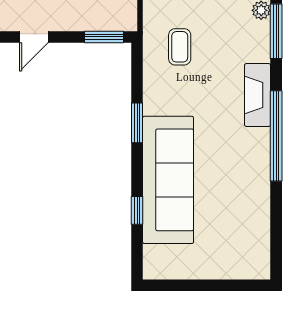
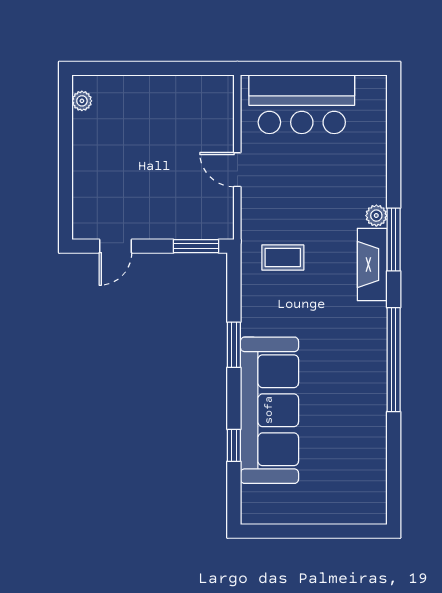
coffee table: (180, 47) -> (283, 257), turned 90
fireplace: (258, 95) -> (372, 265), moved

